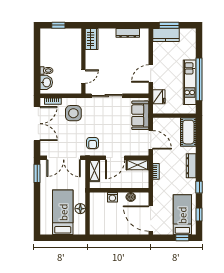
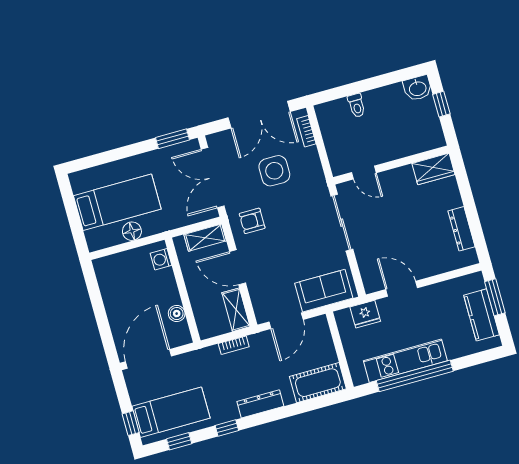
kitchen counter: (166, 35) -> (482, 315), moved
washbasin: (46, 82) -> (418, 88), moved
side table: (73, 113) -> (274, 171), moved
washing machine: (112, 197) -> (161, 259), moved

